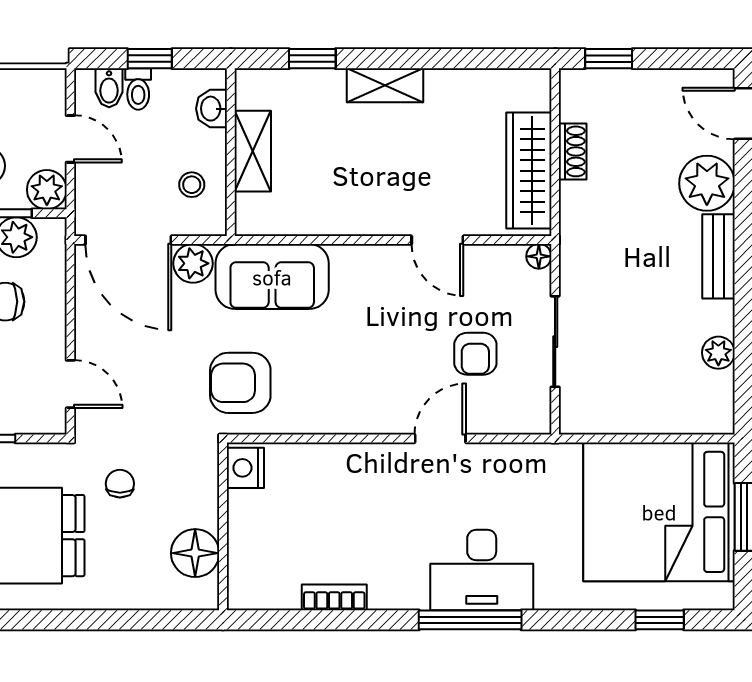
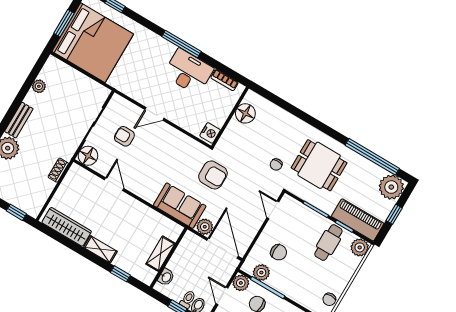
shoe rack: (573, 151) -> (58, 170), moved
wardrobe: (529, 171) -> (67, 227), moved, turned -90
stool: (192, 185) -> (189, 255), removed
floor lamp: (539, 256) -> (88, 156), width x1.89, depth x1.89
armchair: (475, 354) -> (124, 136), turned -90
nightstand: (245, 468) -> (210, 133), moved
wall: (223, 526) -> (230, 117), moved
floor lamp: (195, 553) -> (245, 113), moved
desk: (482, 570) -> (188, 72), moved

